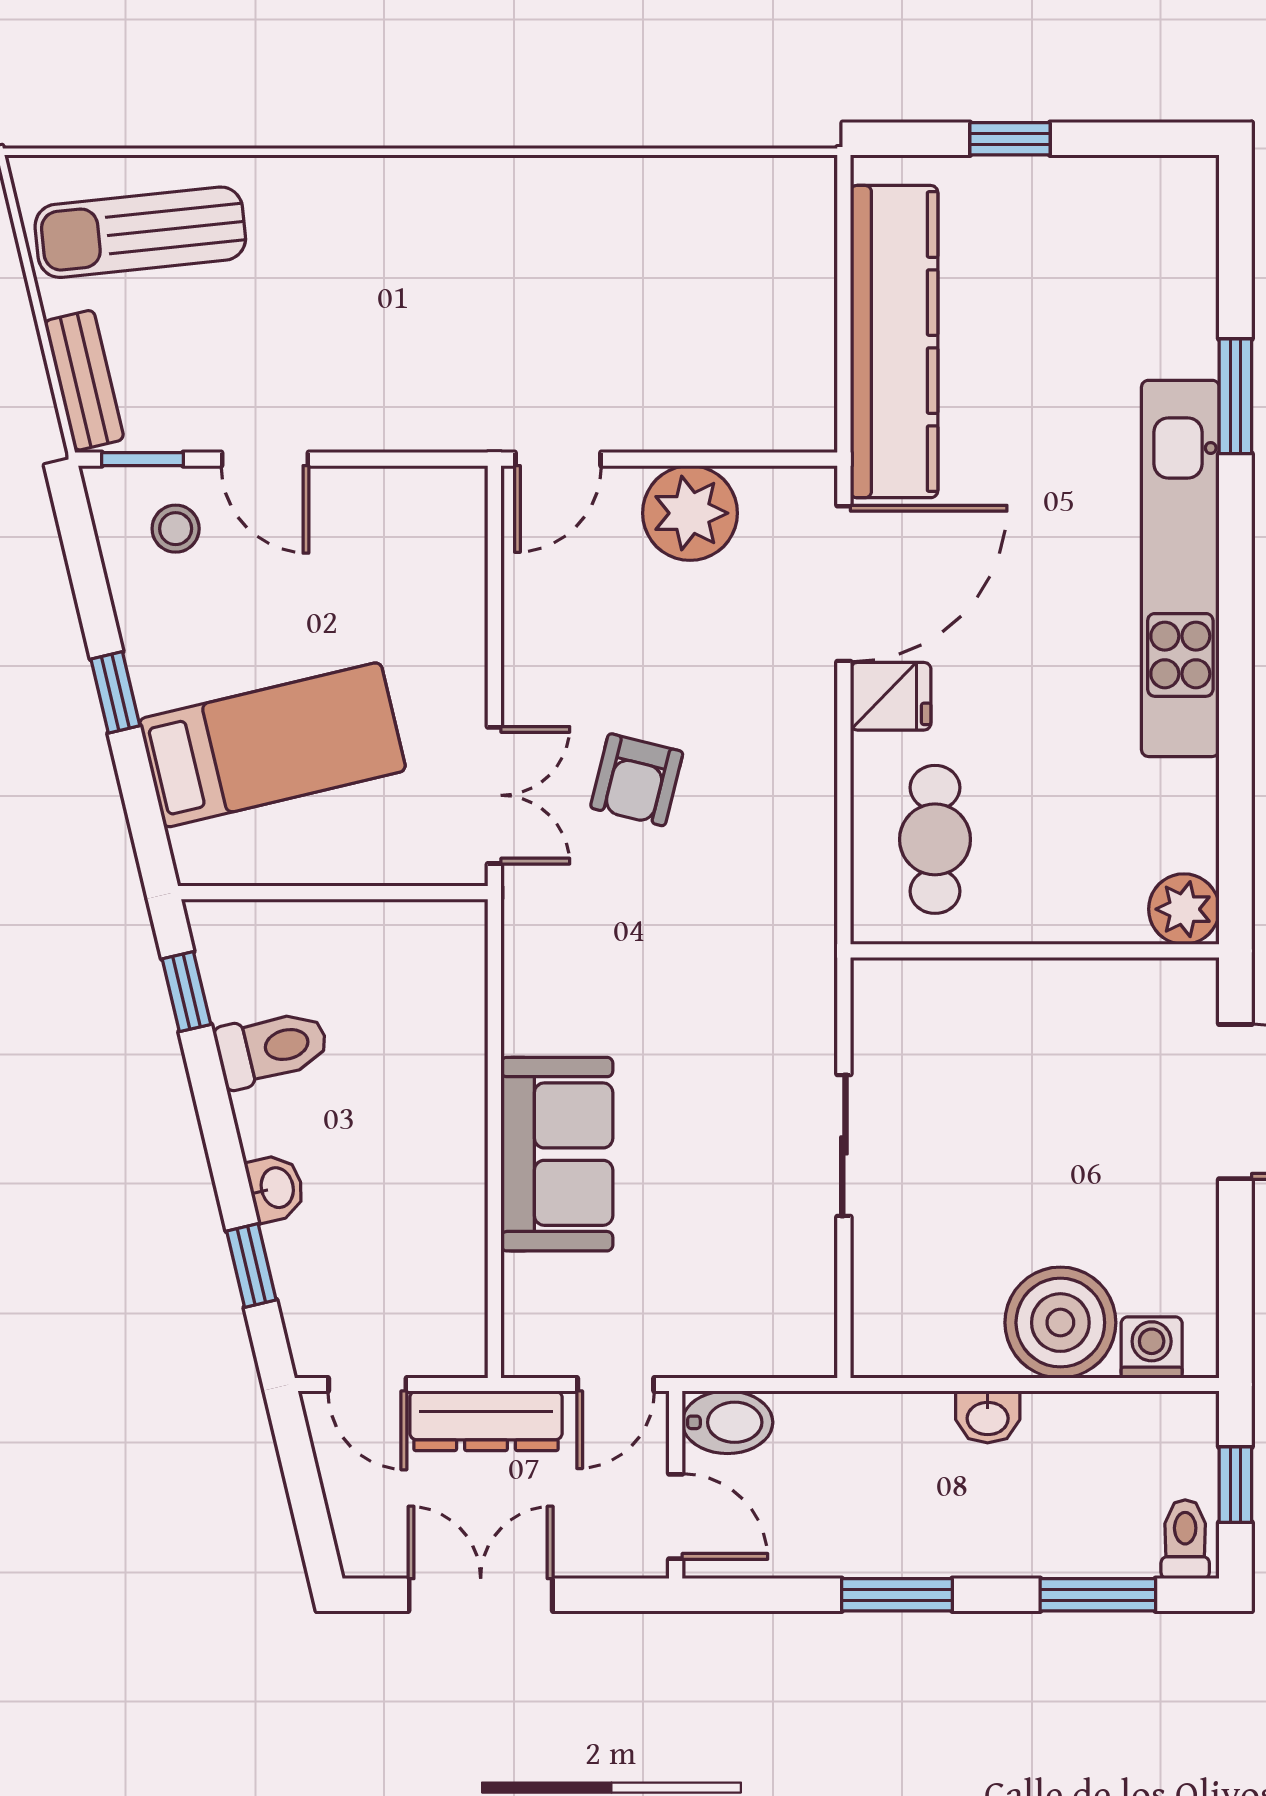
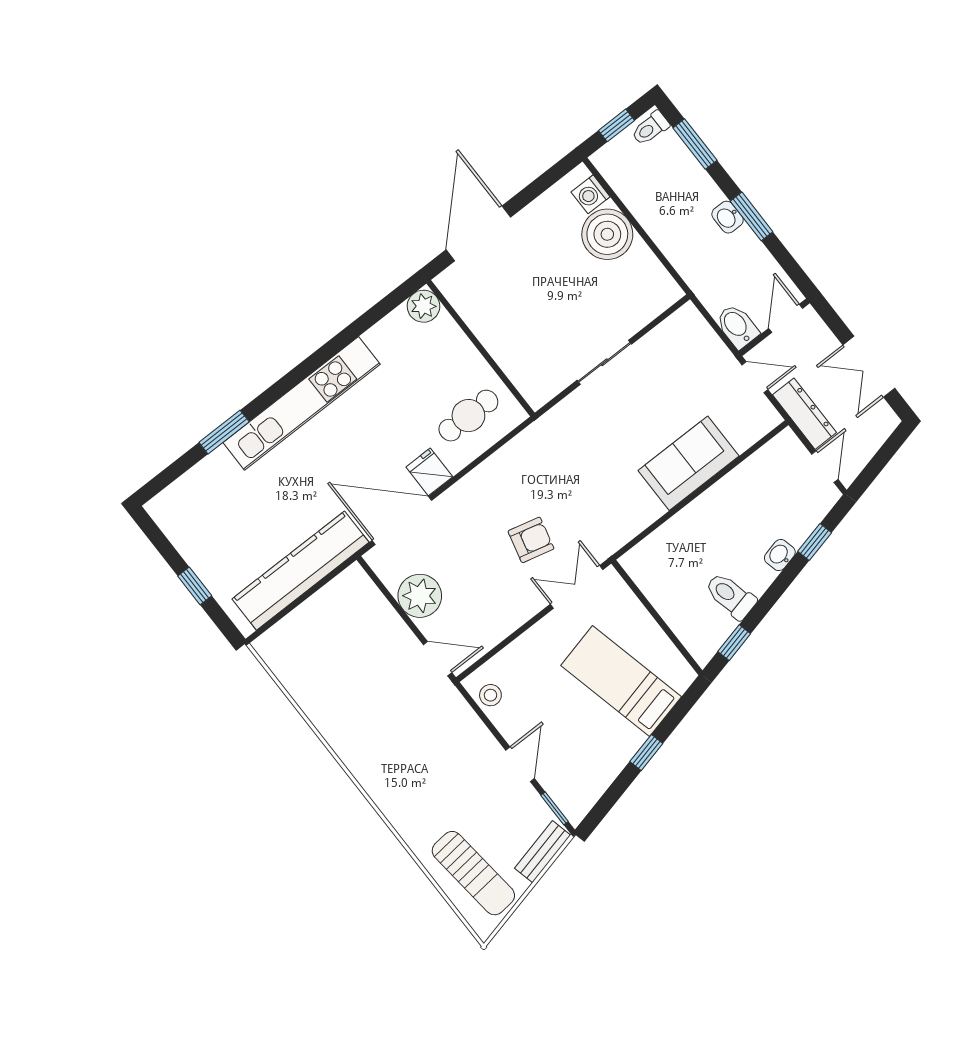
stool: (176, 529) -> (490, 695), moved
washbasin: (988, 1417) -> (728, 217), moved, turned 180

